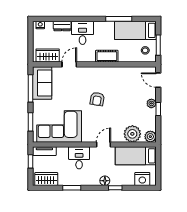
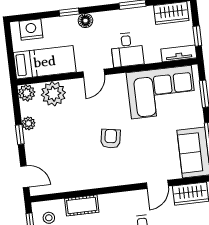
cot: (107, 56) -> (82, 205), moved
plant: (151, 103) -> (29, 123), moved

